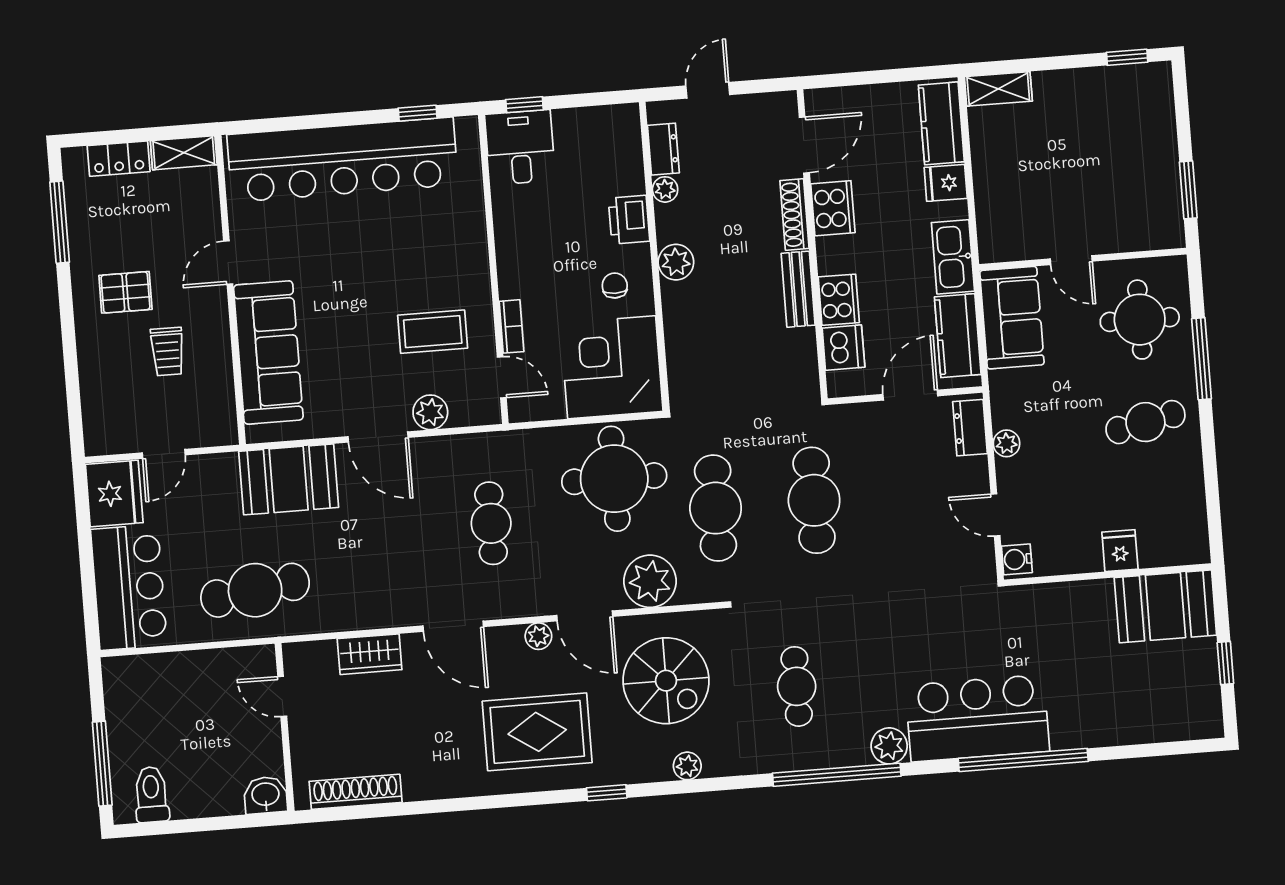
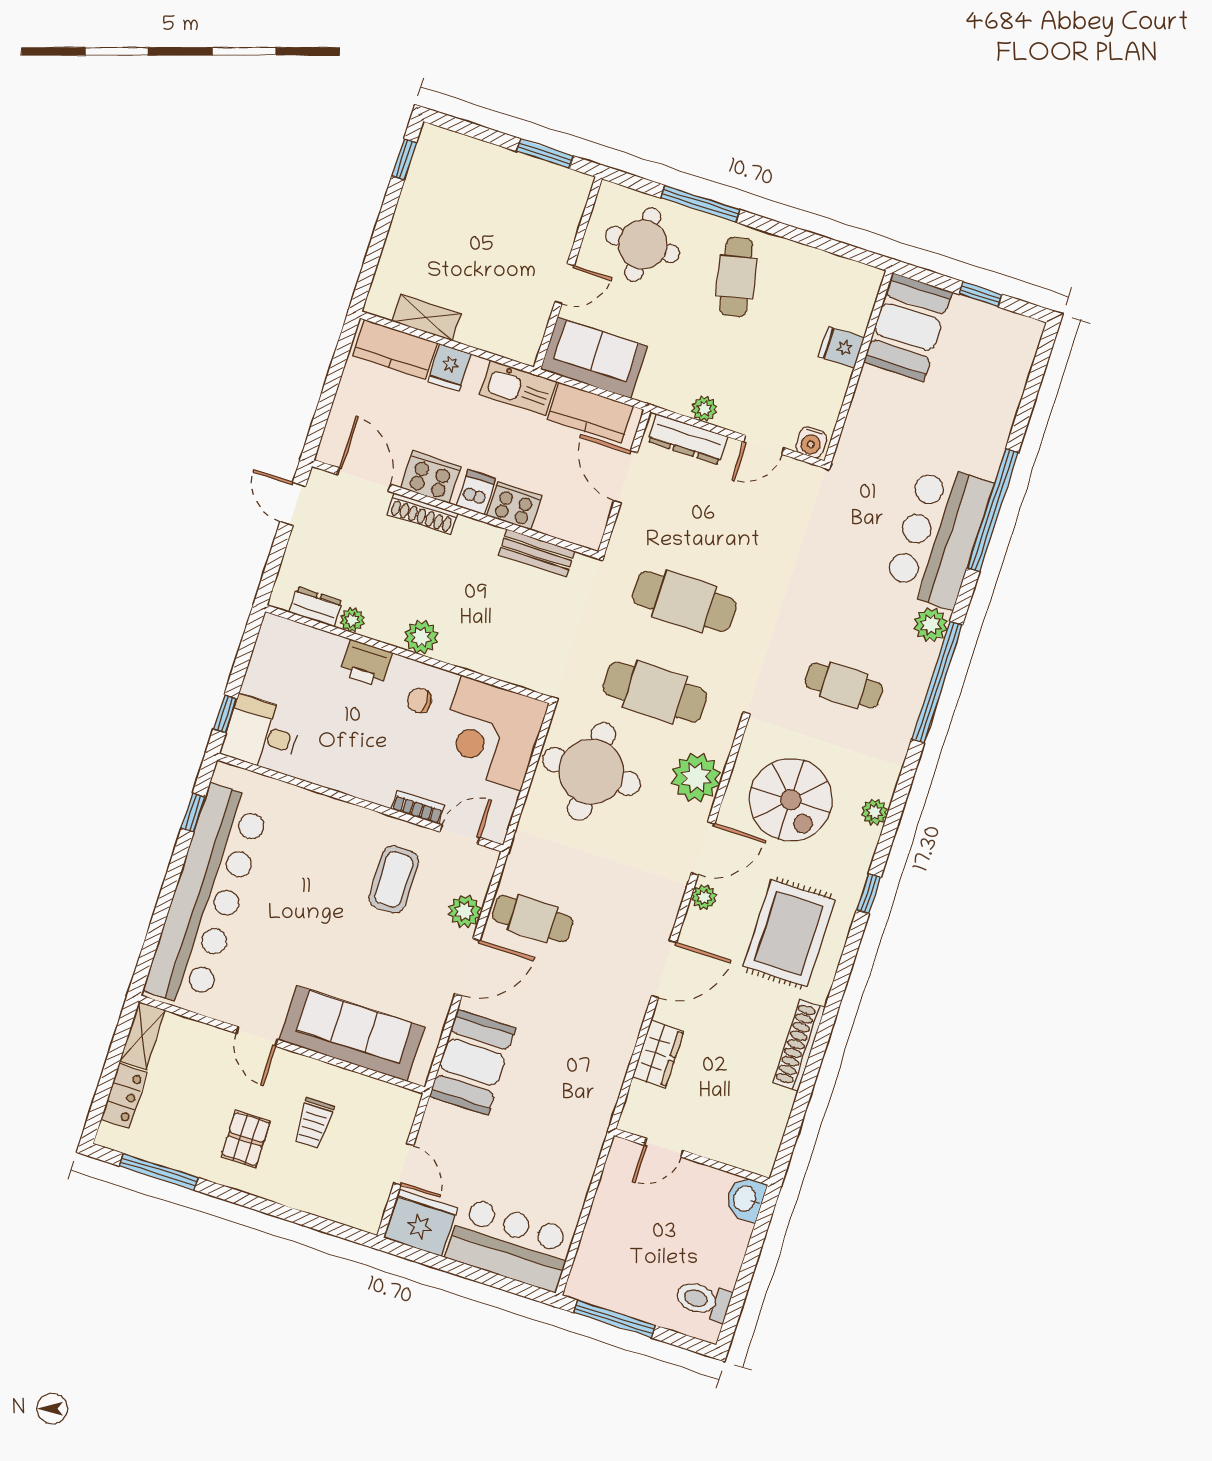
shelving: (998, 89) -> (427, 318), moved, turned 90
door: (708, 90) -> (293, 504), moved
bench: (798, 289) -> (537, 553), moved
dishwasher: (843, 348) -> (476, 492), moved, width x0.73
trolley: (167, 352) -> (314, 1123), turned 90
dresser: (970, 428) -> (688, 439), width x1.44
cafe table: (491, 523) -> (533, 919), moved
cafe table: (255, 590) -> (559, 1133), removed
spiral stairs: (666, 681) -> (791, 800), turned 90
window: (102, 764) -> (615, 1319), moved
shoe rack: (356, 792) -> (799, 1045), moved

